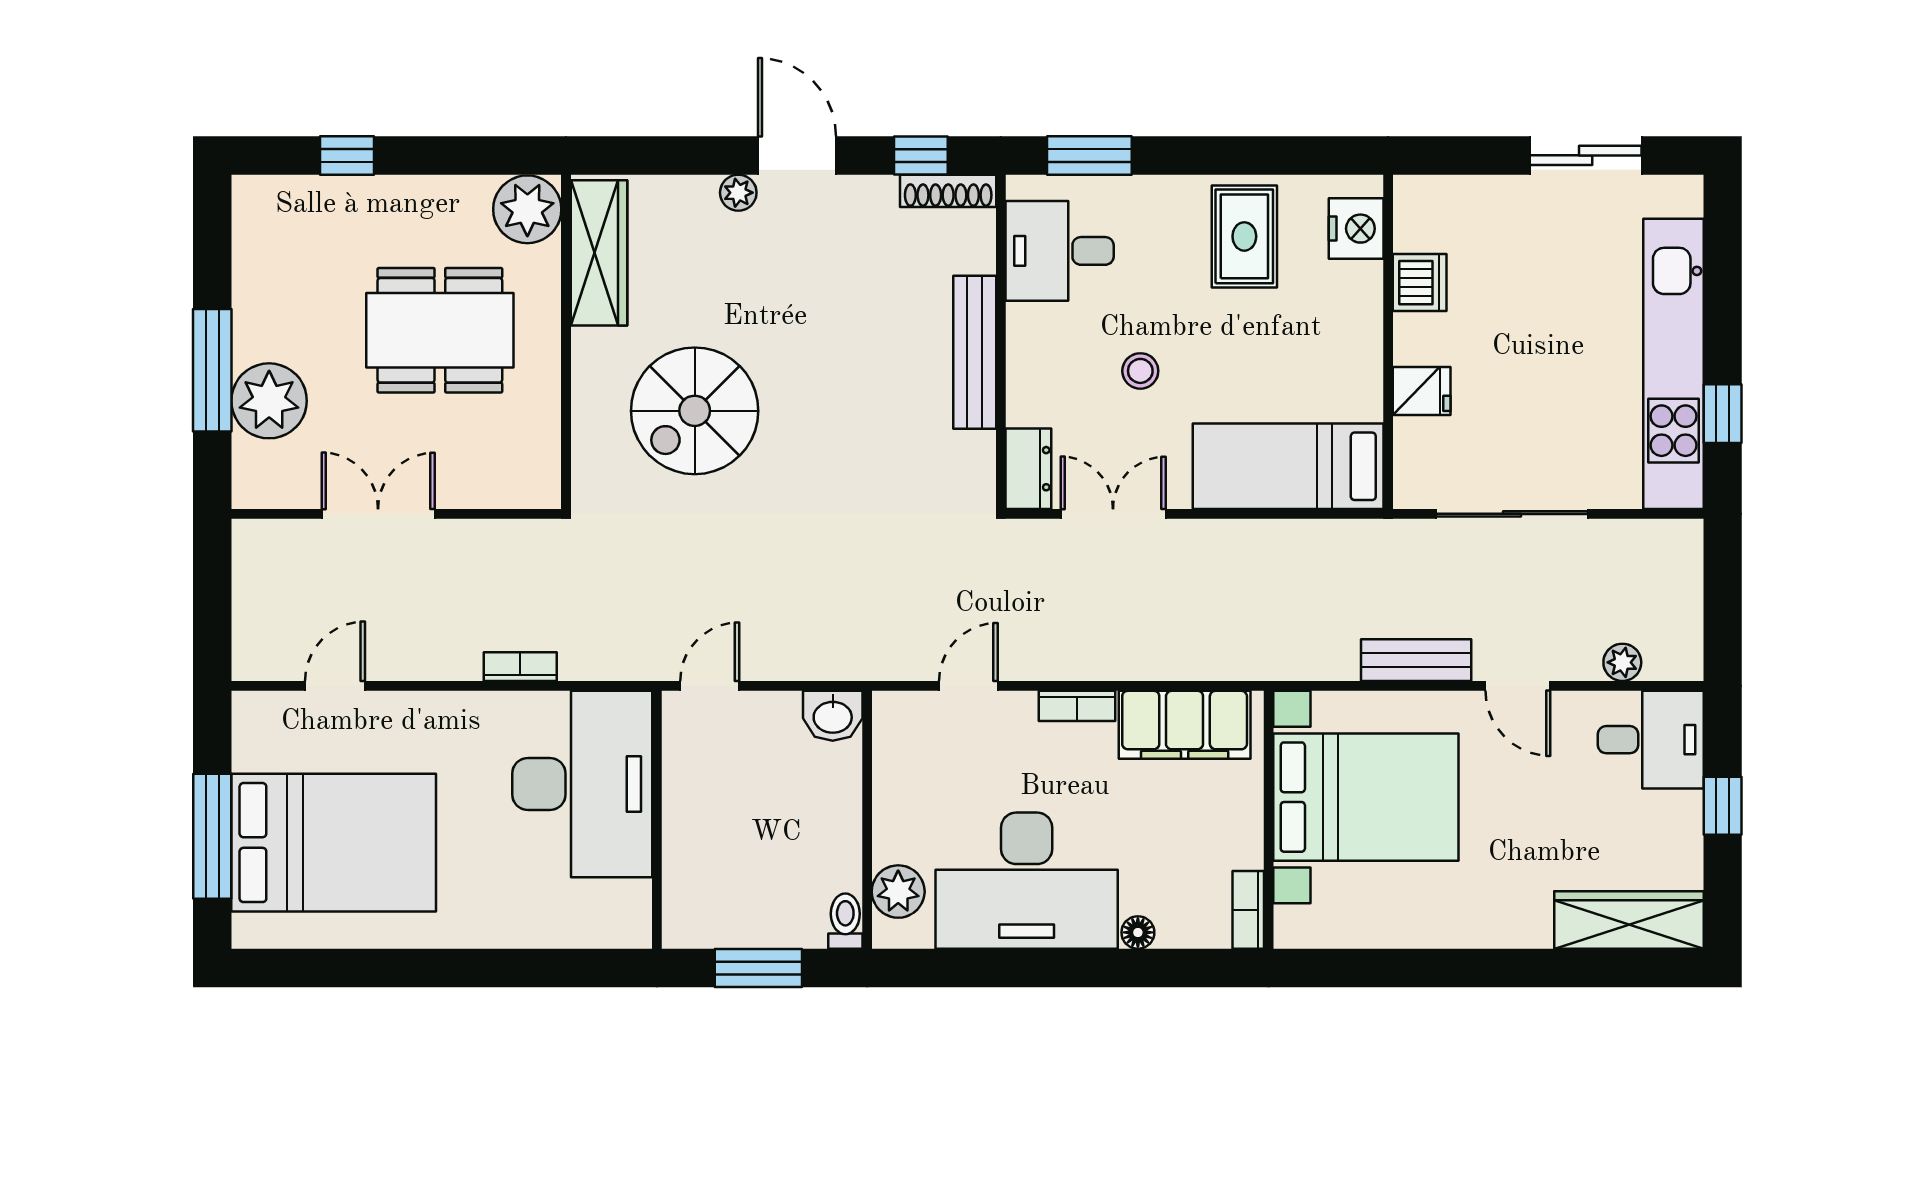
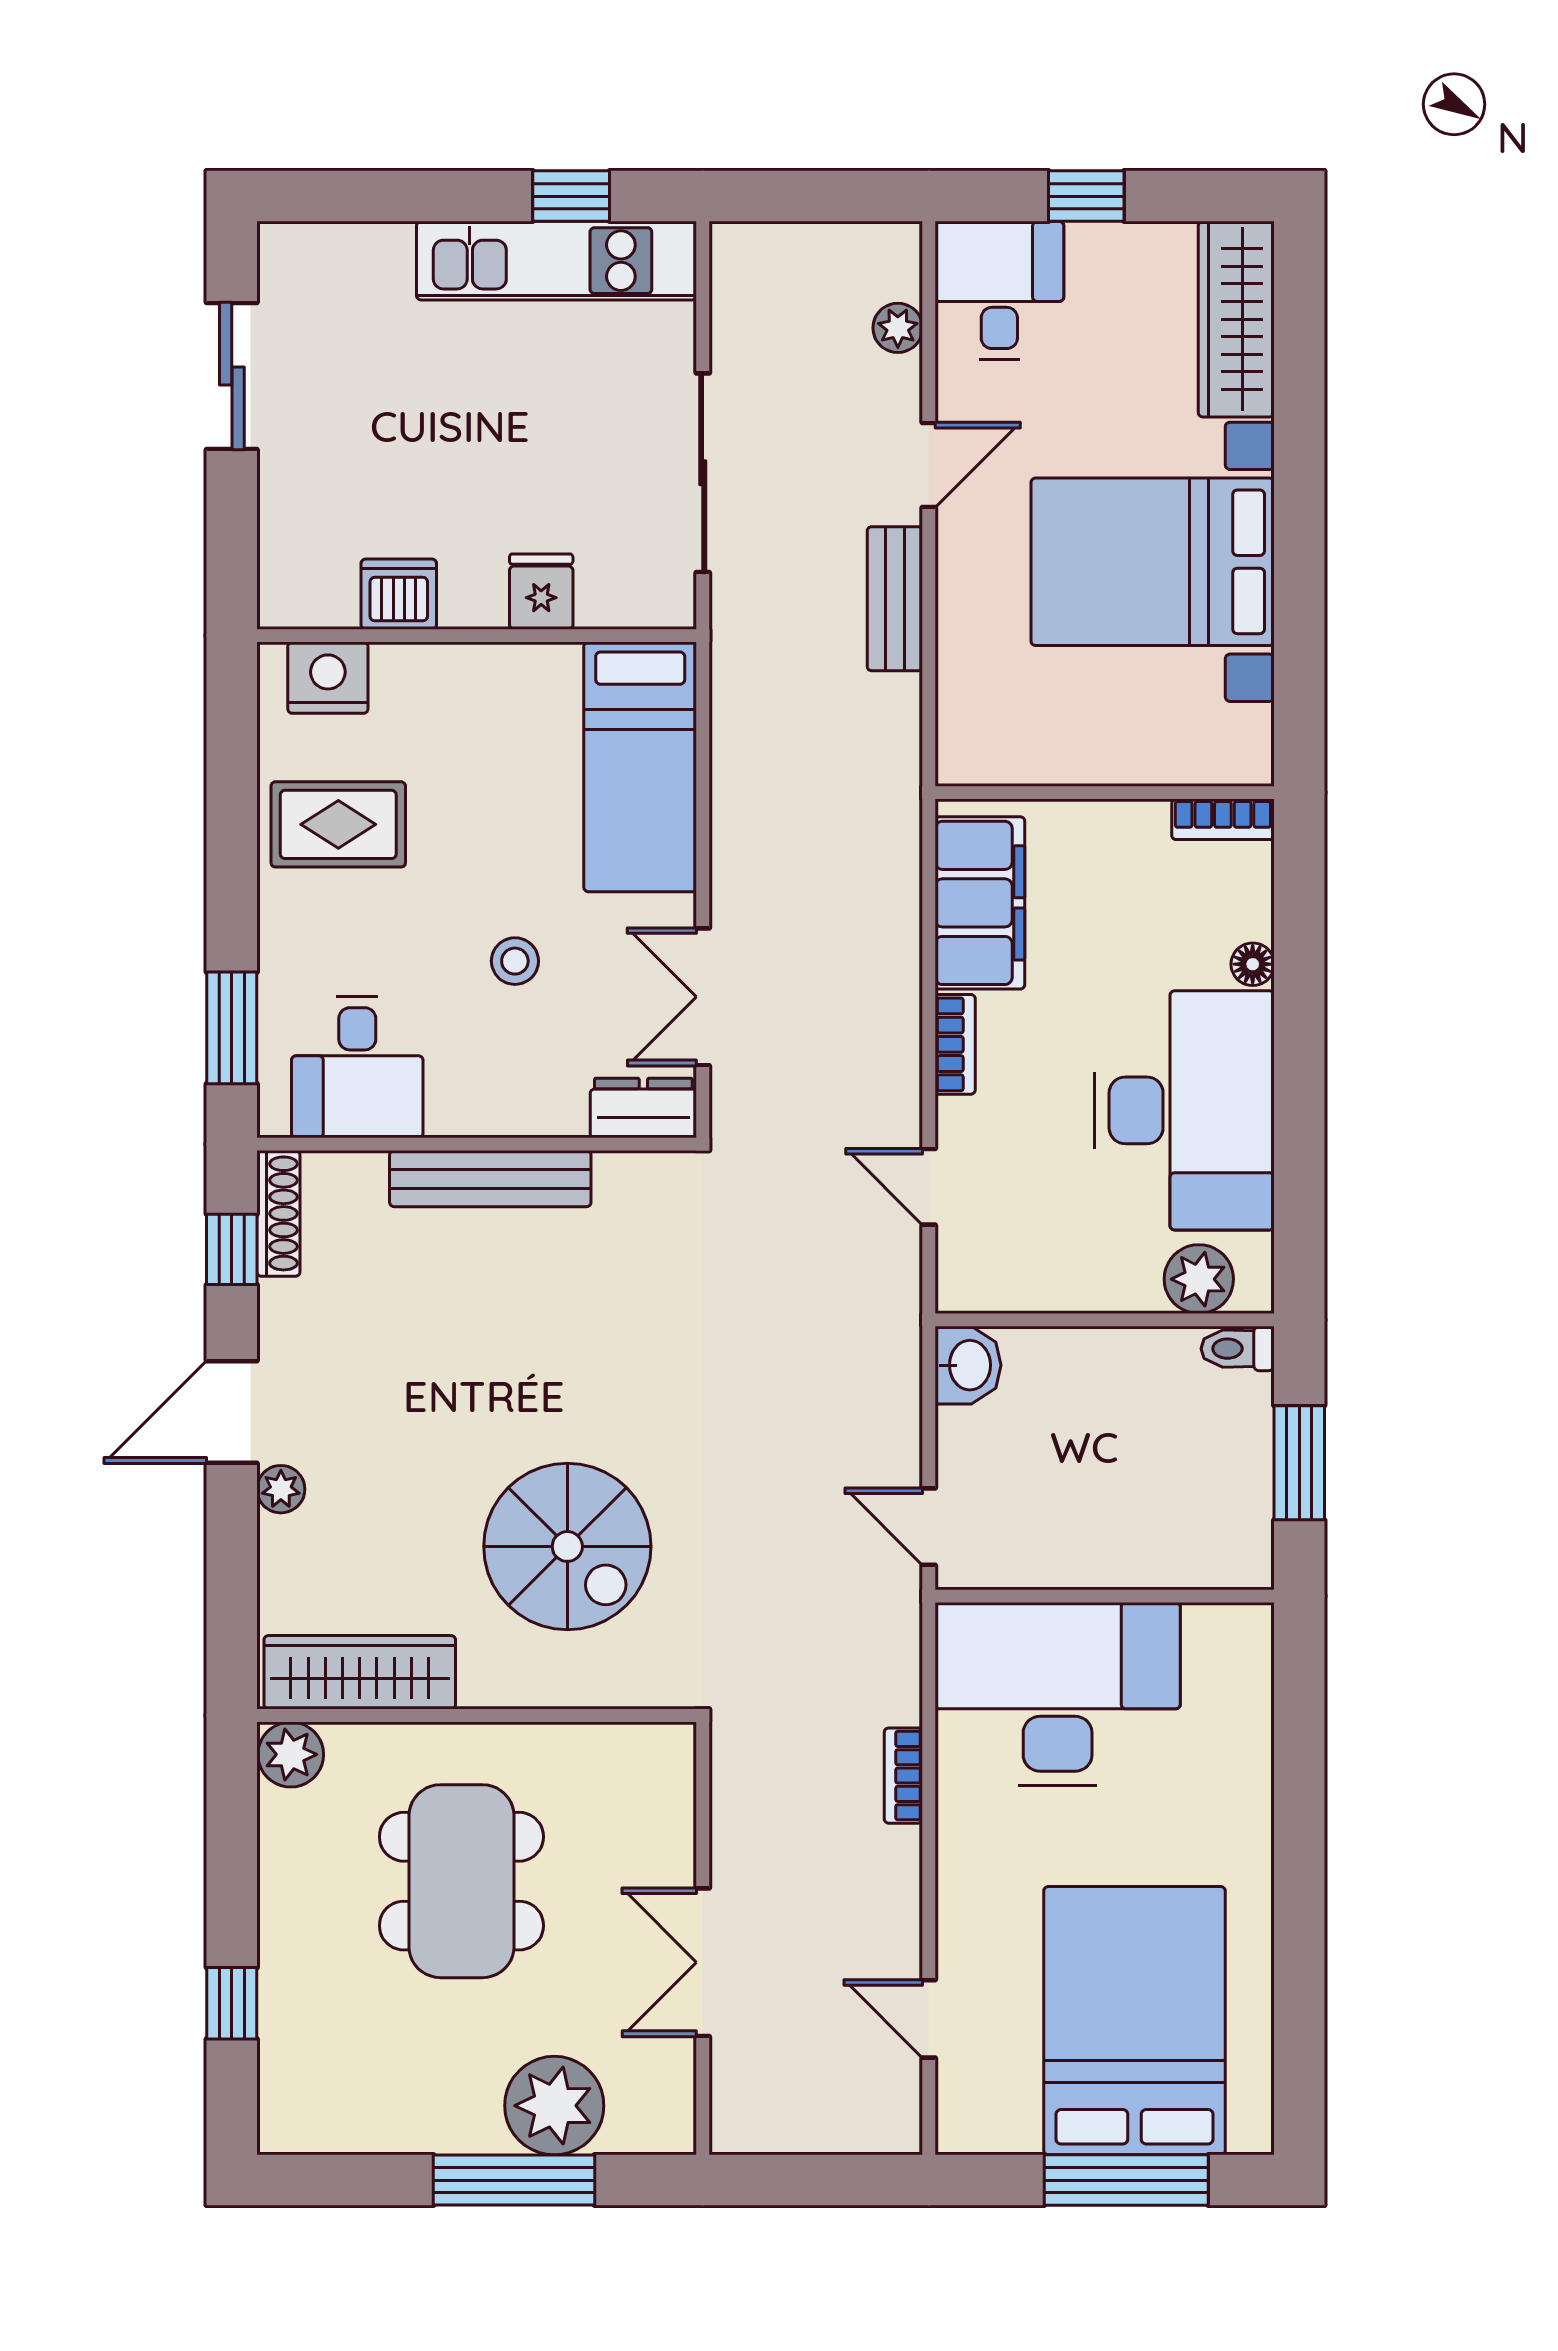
plant: (527, 209) -> (291, 1754), width x0.73, depth x0.73
kitchen unit: (1673, 364) -> (557, 261), width x0.73
bed with nightstands: (1366, 797) -> (1153, 562), moved, turned -90

